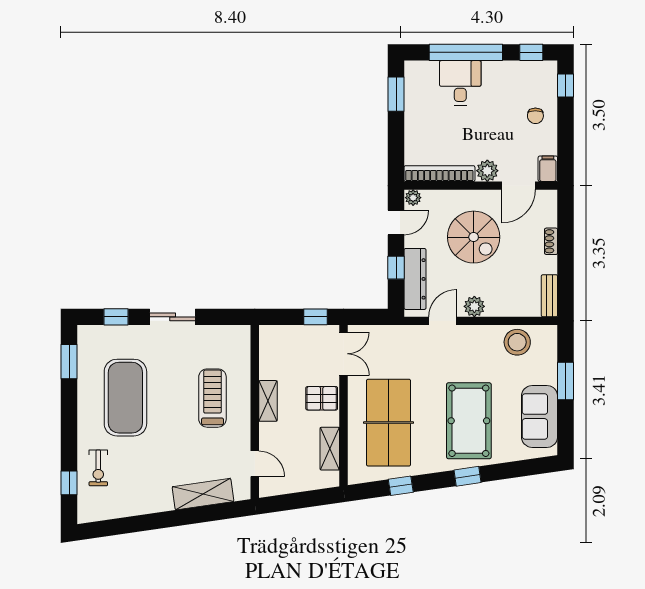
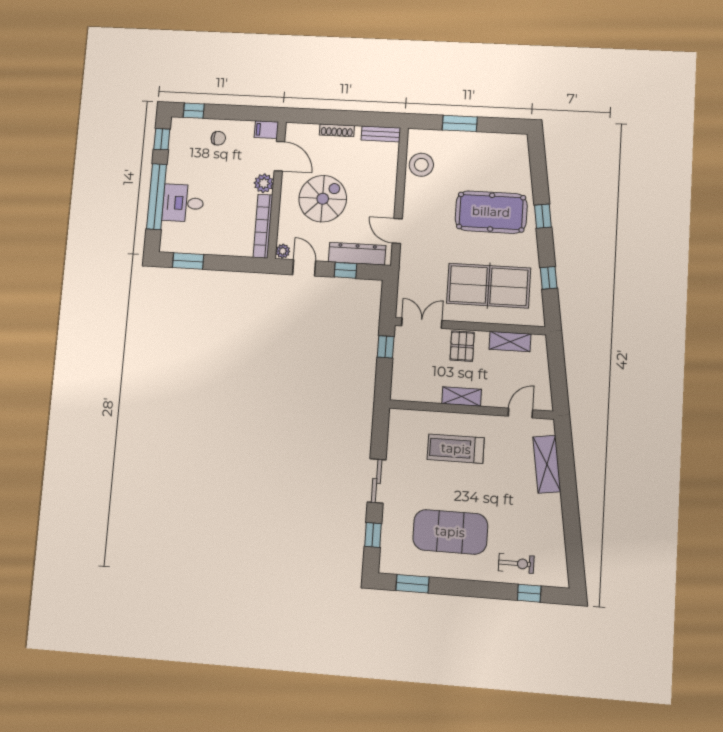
shoe rack: (551, 241) -> (337, 130), width x1.43
plant: (474, 306) -> (386, 201), removed
sofa: (540, 416) -> (491, 148), removed

